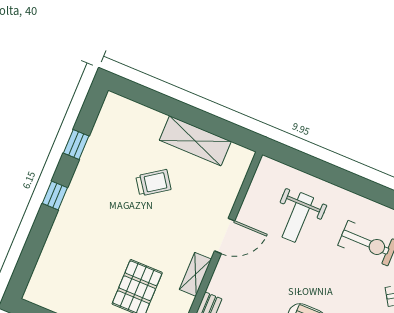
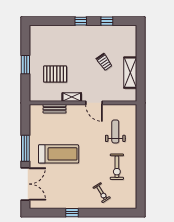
weight bench: (298, 217) -> (115, 131), turned 90

